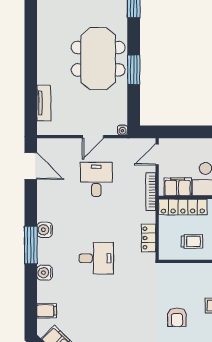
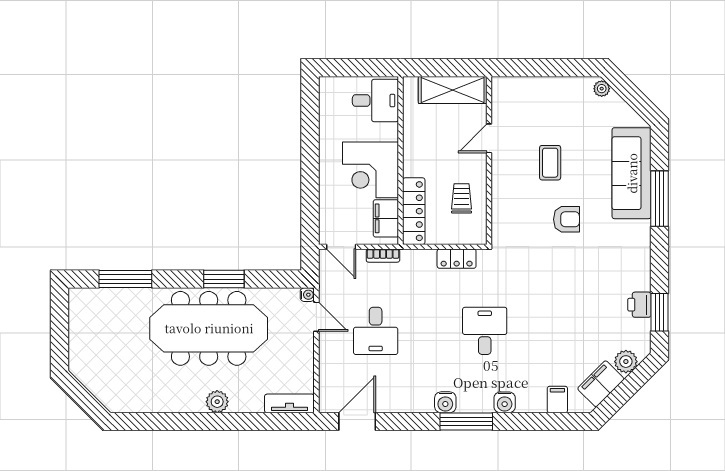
meeting table: (98, 59) -> (209, 328), width x1.36
plant: (45, 65) -> (217, 402), added
tv unit: (44, 103) -> (289, 403), moved
door: (93, 137) -> (316, 317), moved
desk: (96, 179) -> (376, 331), turned -90
bookcase: (151, 192) -> (383, 256), width x0.64

